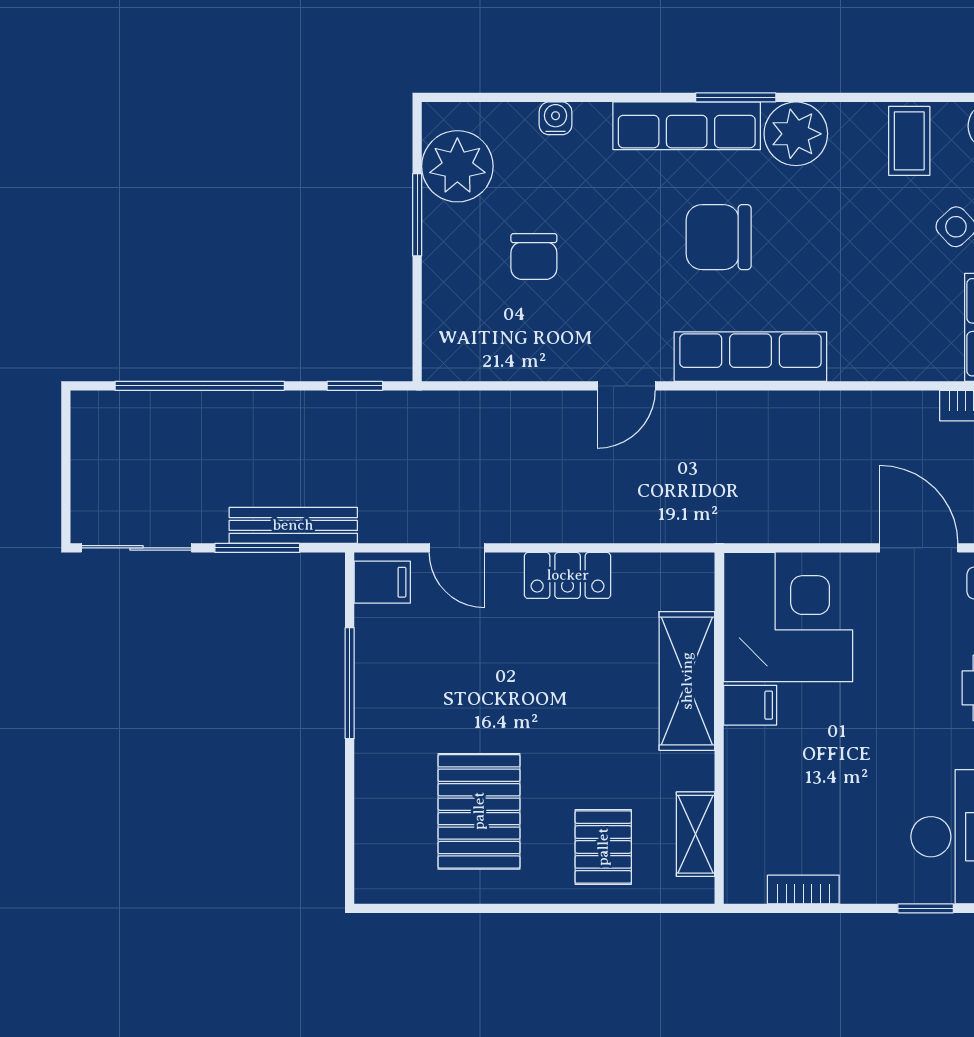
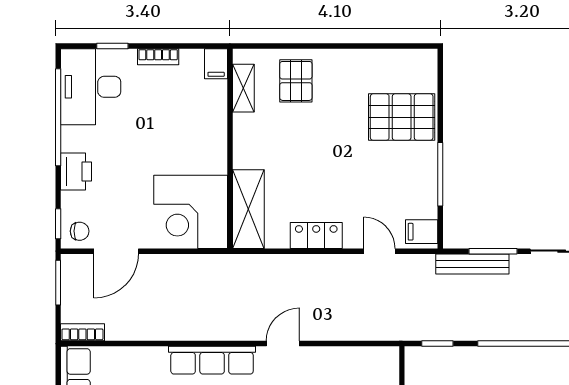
door: (919, 548) -> (116, 251), hinge flipped
shelving: (687, 681) -> (248, 209), moved
filing cabinet: (750, 705) -> (216, 64), moved, turned -90
pallet: (479, 811) -> (402, 117), moved, turned 90
bookcase: (803, 889) -> (158, 57), moved

